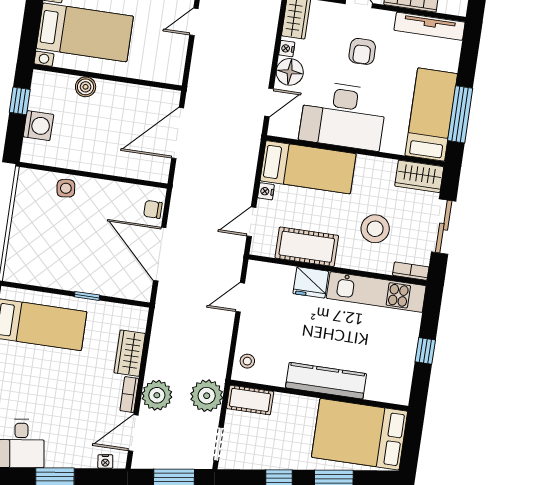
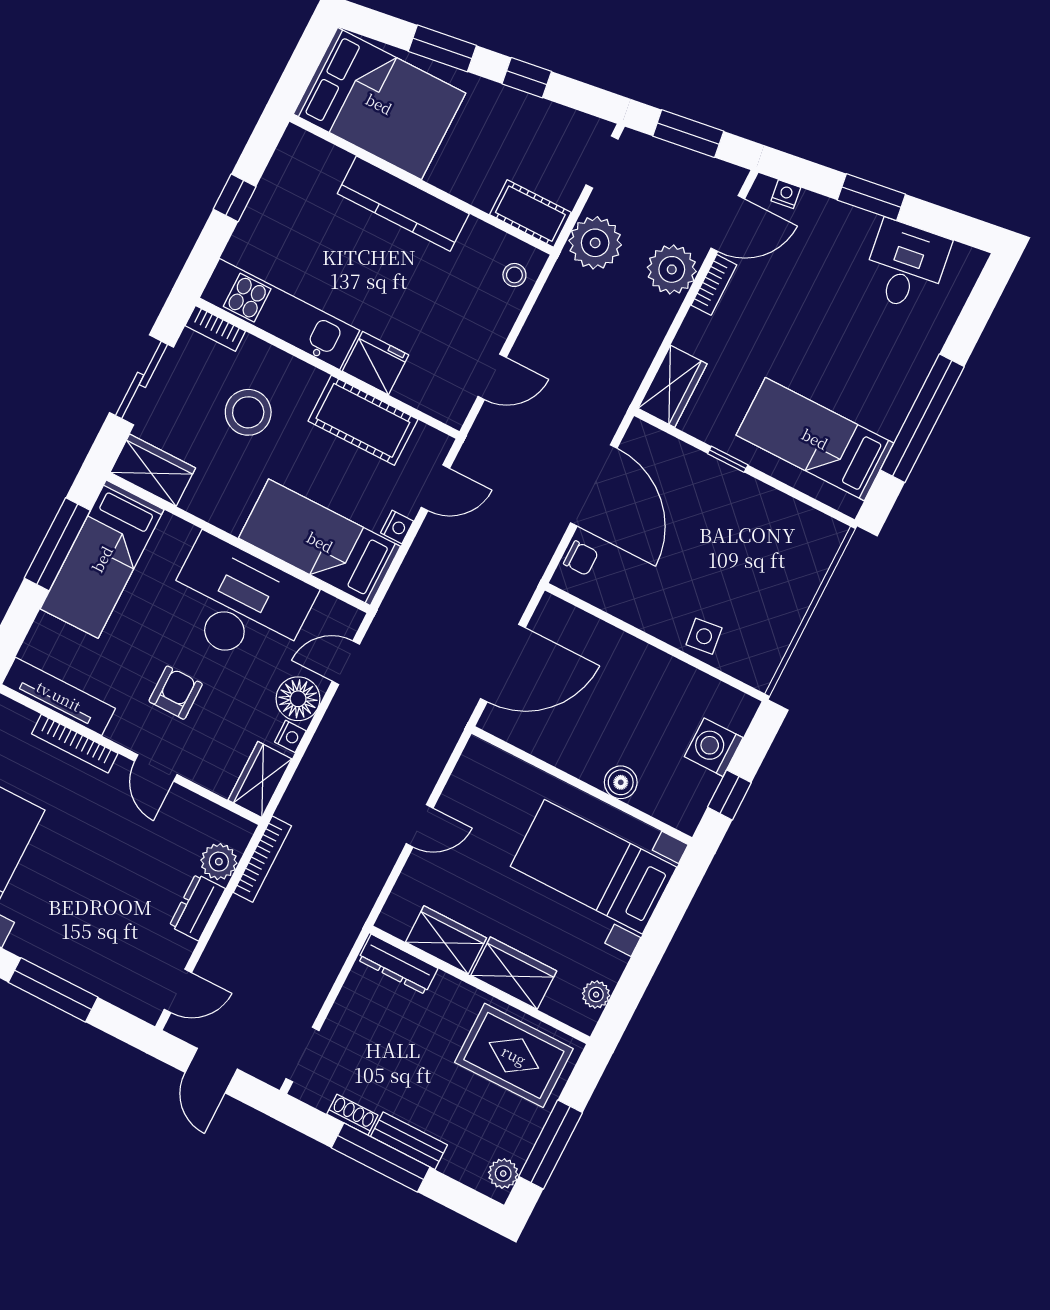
wardrobe: (130, 353) -> (673, 386), moved

